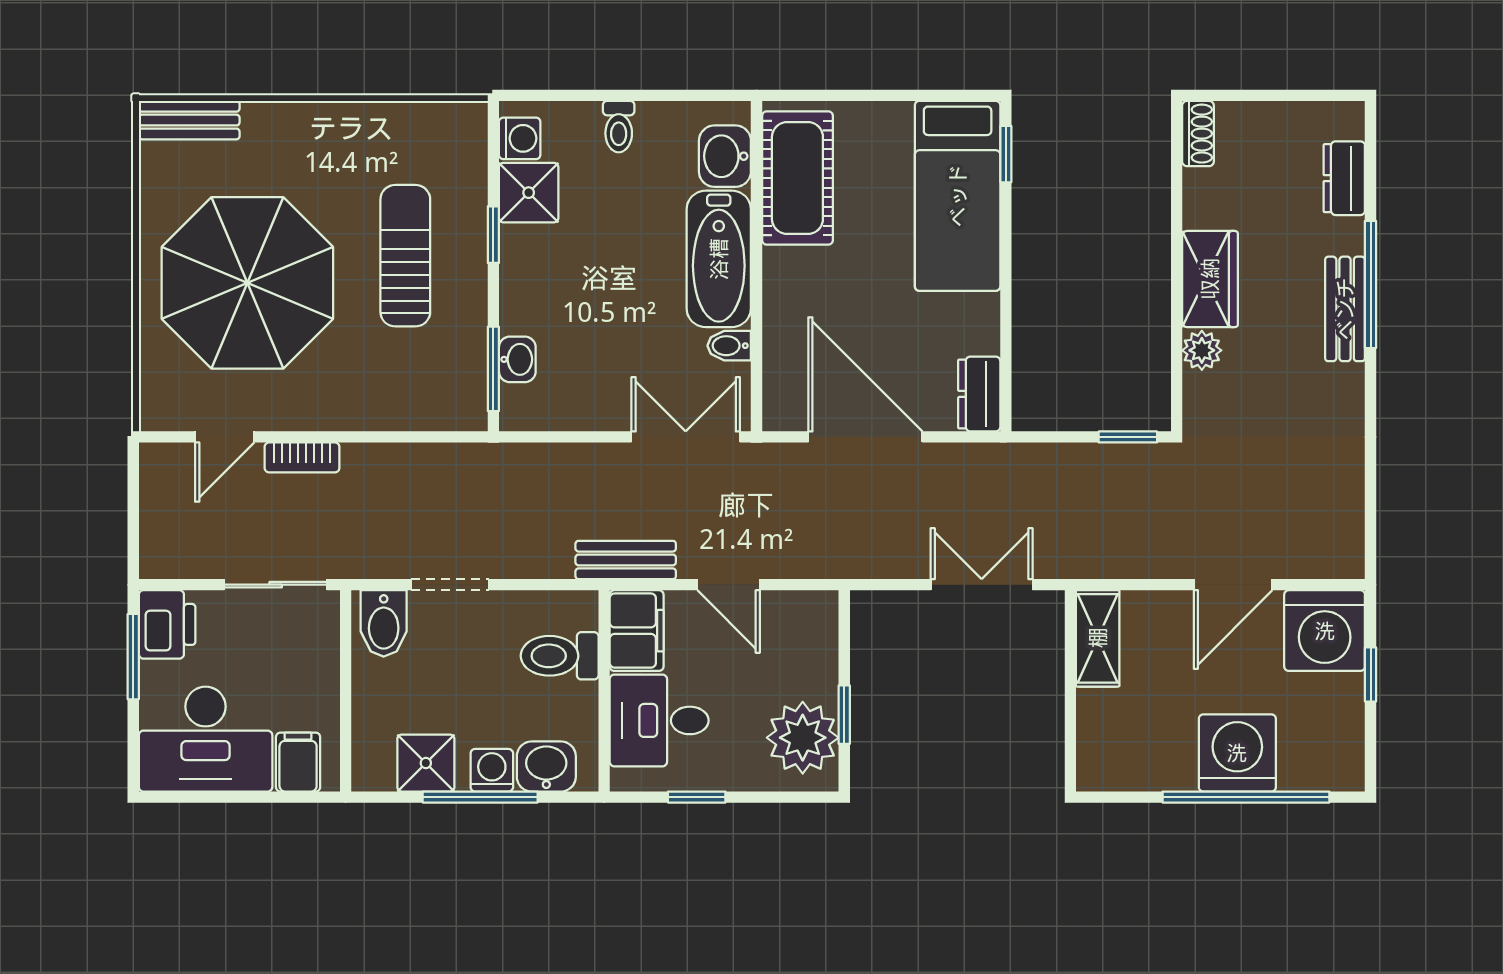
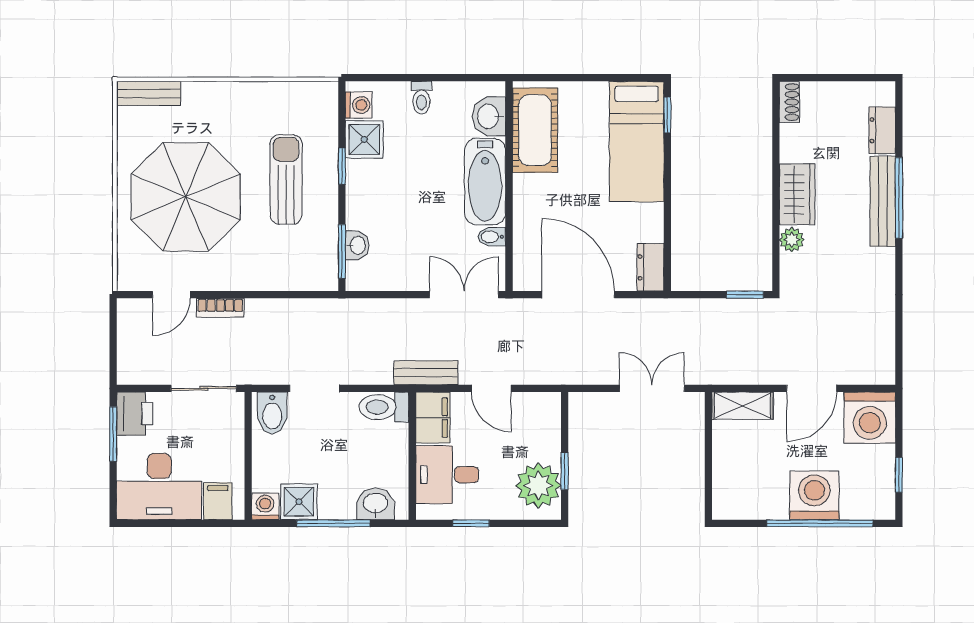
bench: (1345, 309) -> (883, 201), width x1.36
shelving: (1098, 638) -> (742, 406), moved, turned 90
toilet: (560, 656) -> (384, 407), moved
window: (1371, 674) -> (899, 475), moved
washing machine: (492, 770) -> (265, 506), moved

